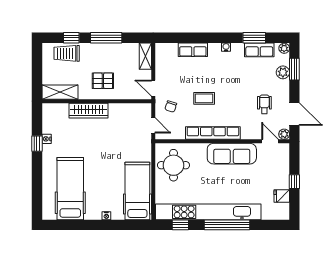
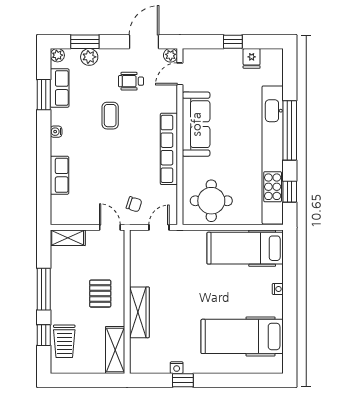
door: (153, 88) -> (110, 227), swing flipped
coffee table: (204, 98) -> (110, 116), moved

